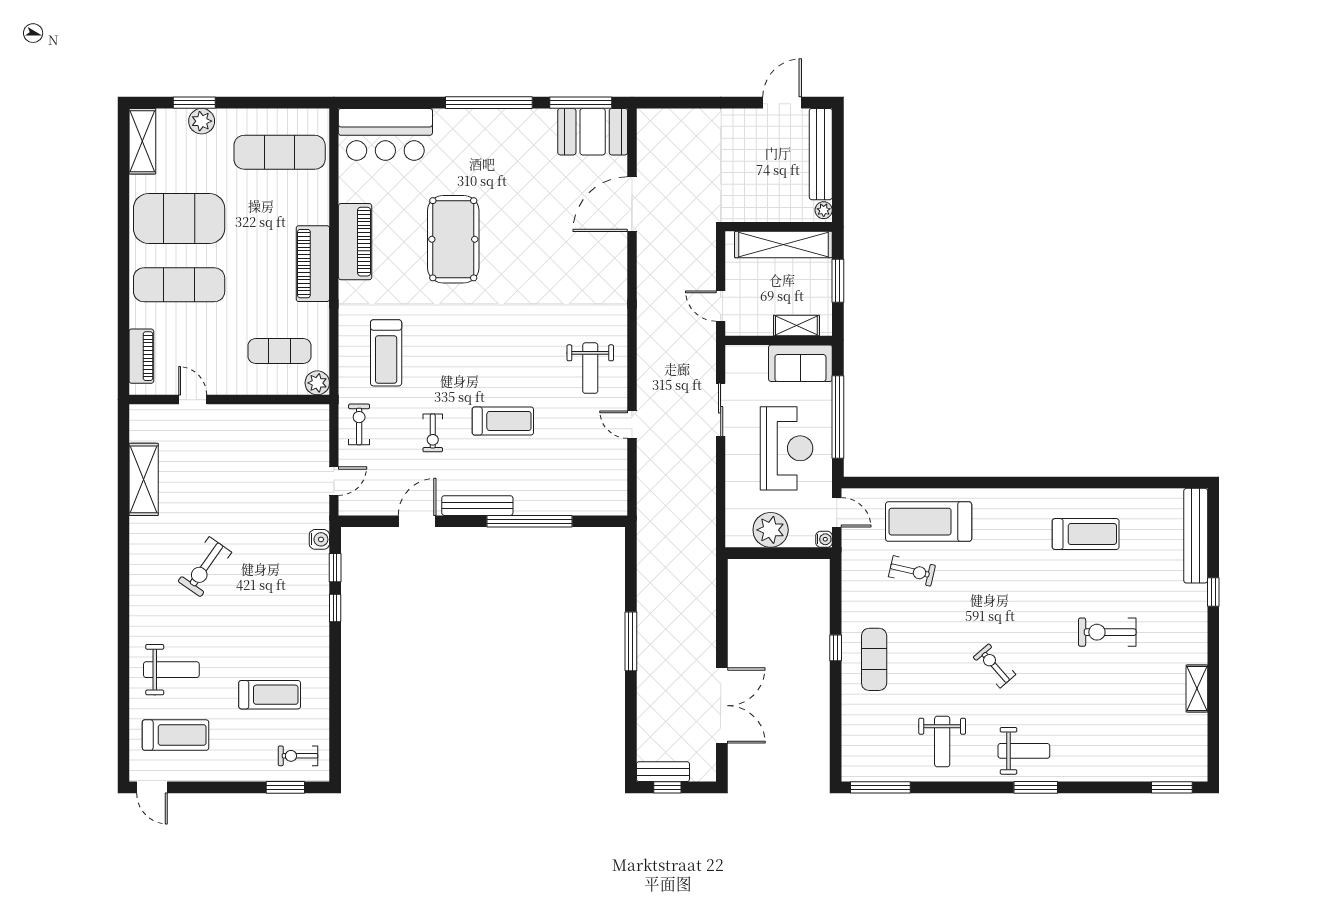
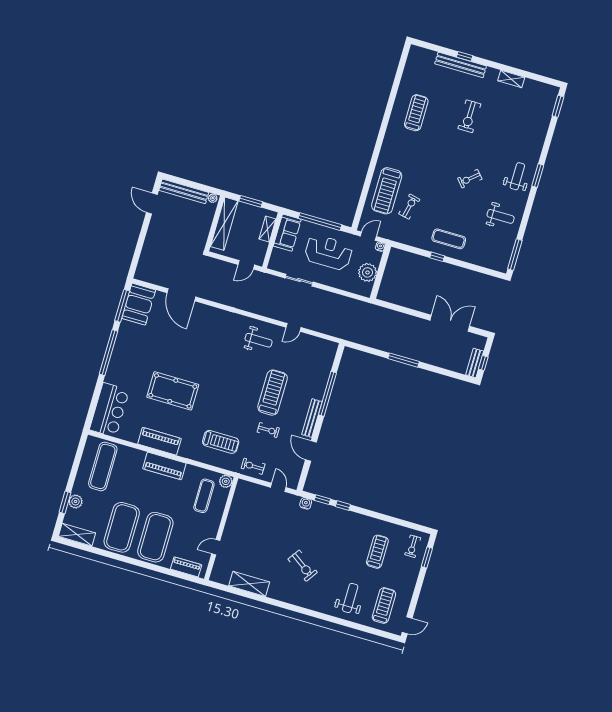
exercise mat: (179, 285) -> (155, 537), width x1.47
treadmill: (503, 421) -> (273, 393), width x1.37, depth x1.38
bench: (1196, 536) -> (461, 65), moved

